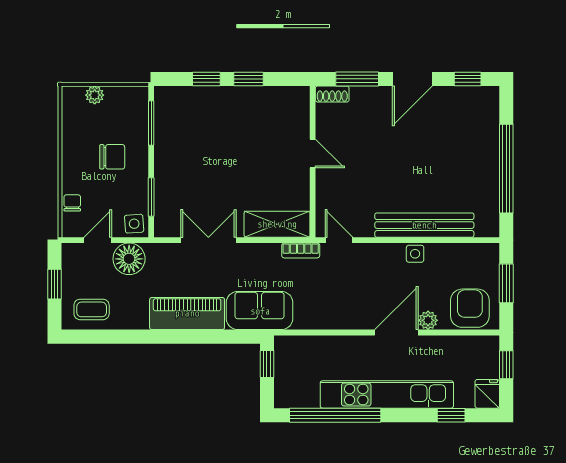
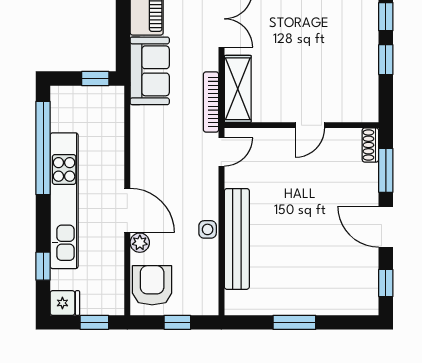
window: (506, 169) -> (294, 322), width x0.47
bookcase: (301, 250) -> (211, 102), width x1.56
window: (506, 283) -> (177, 322), width x0.67
armchair: (470, 308) -> (152, 285), turned -90

